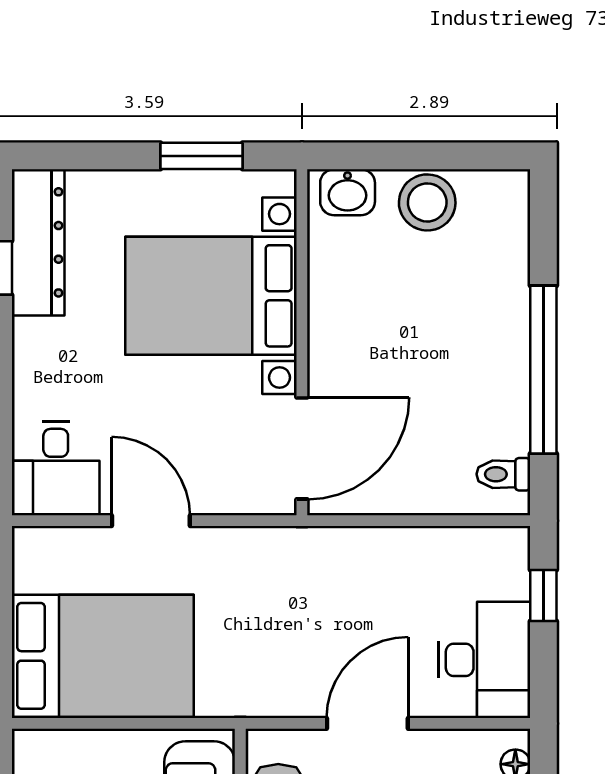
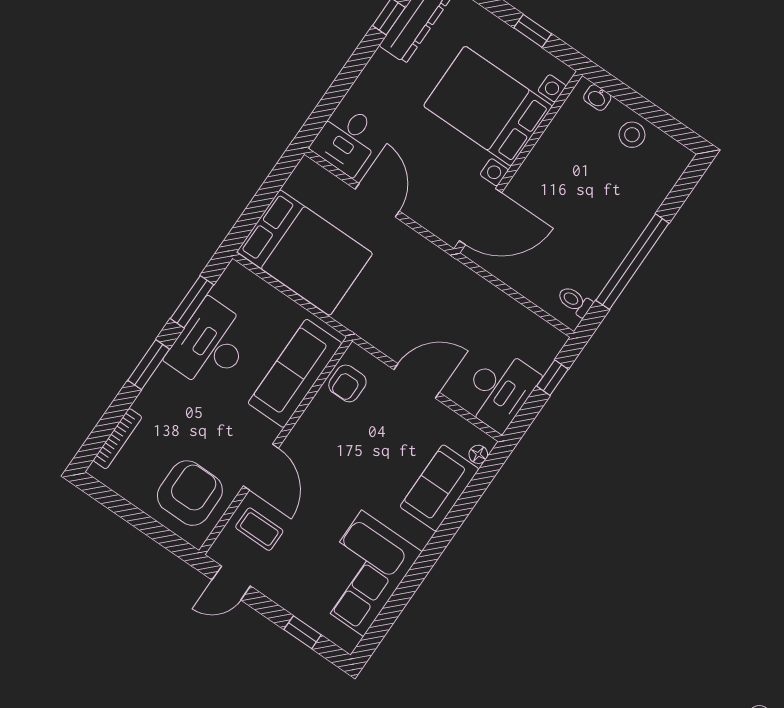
window: (202, 156) -> (533, 31), width x0.67
washbasin: (348, 192) -> (597, 98), width x0.72, depth x0.69
stool: (427, 202) -> (632, 135), width x0.73, depth x0.73

